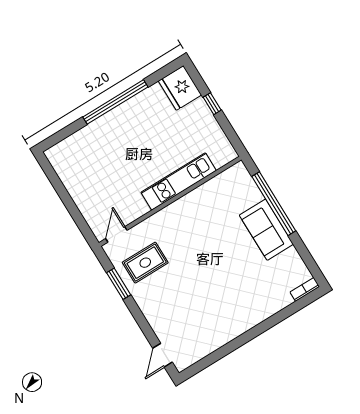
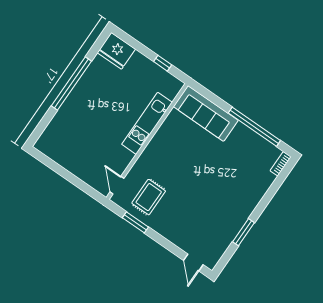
window: (212, 104) -> (163, 63), moved
window: (274, 204) -> (254, 127), moved
sofa: (266, 230) -> (206, 113), moved, width x1.36
window: (232, 346) -> (243, 232), added

